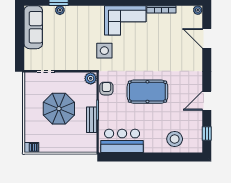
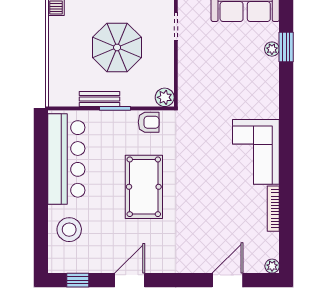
side table: (104, 51) -> (208, 119), removed
door: (207, 101) -> (130, 280), hinge flipped
bar counter: (122, 141) -> (66, 159), width x1.36

